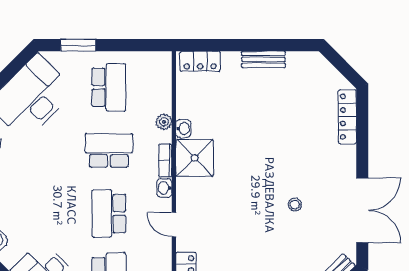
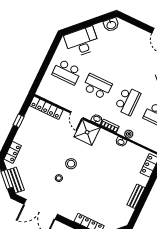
shower: (195, 158) -> (87, 132), moved
stool: (261, 195) -> (71, 164), added
door: (174, 225) -> (77, 115), swing flipped

